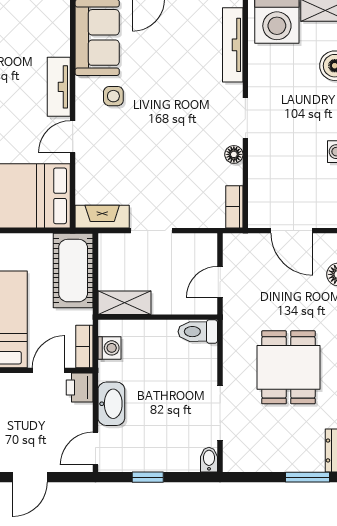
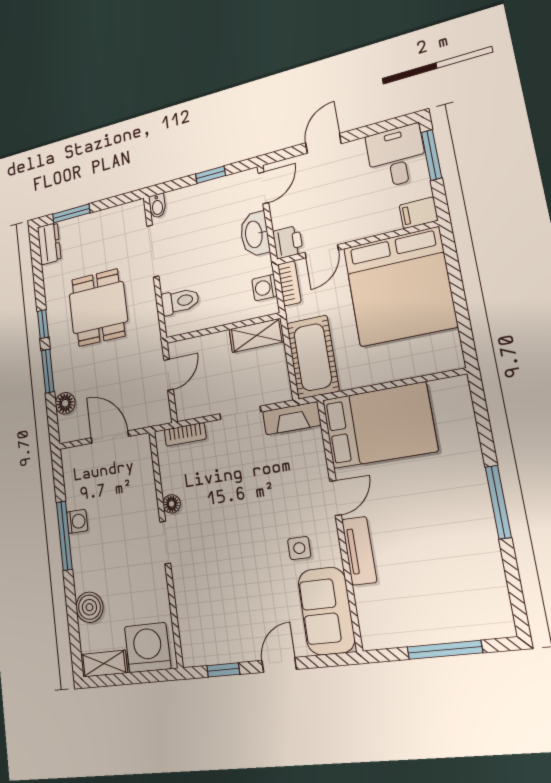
tv unit: (233, 45) -> (187, 618), removed
bookcase: (234, 207) -> (185, 434), moved, turned 90
toilet: (198, 332) -> (180, 301), moved

